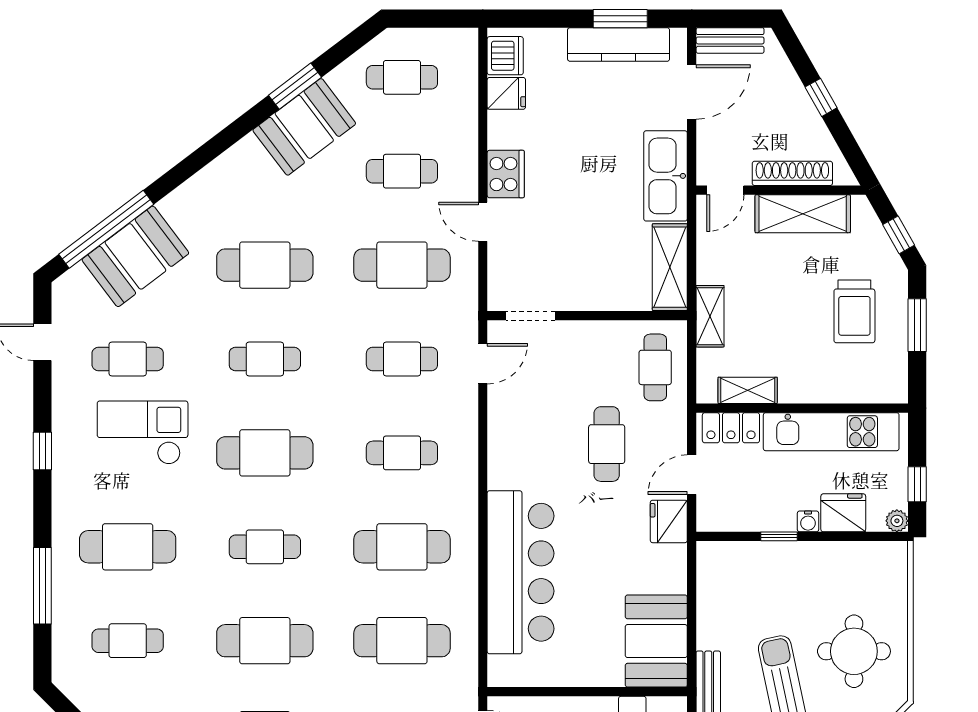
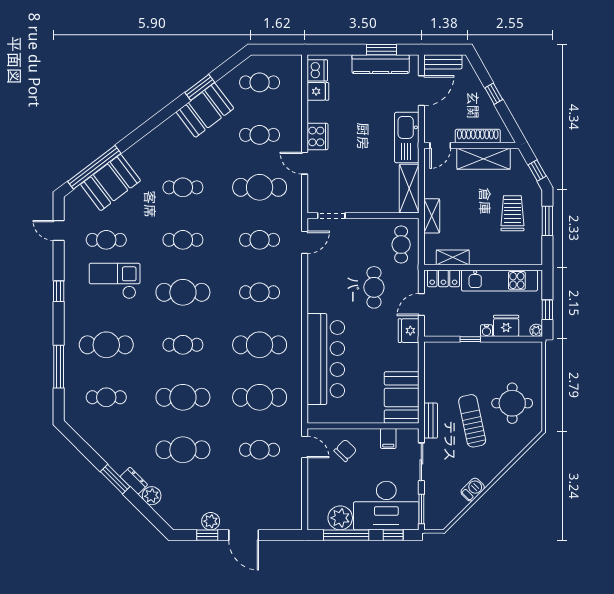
cafe table: (265, 265) -> (183, 187), width x0.73, depth x0.74
trolley: (854, 311) -> (512, 213), turned 180

